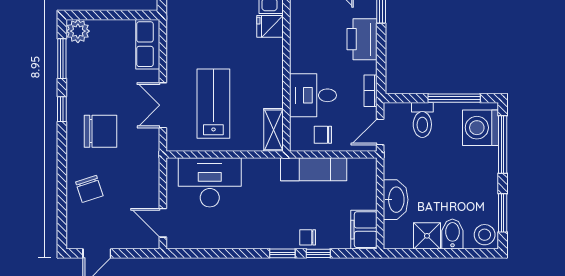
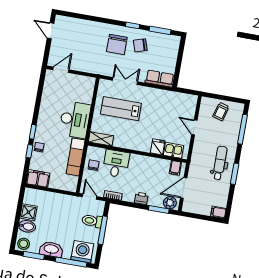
plant: (78, 31) -> (174, 42), removed
printer: (362, 39) -> (141, 198), width x0.53, depth x0.68
window: (454, 98) -> (103, 230), moved
lab bench: (213, 104) -> (121, 109), turned 180
desk: (210, 182) -> (75, 120), moved
chair: (89, 189) -> (140, 45), moved
washbasin: (396, 200) -> (51, 249), moved, turned 180

